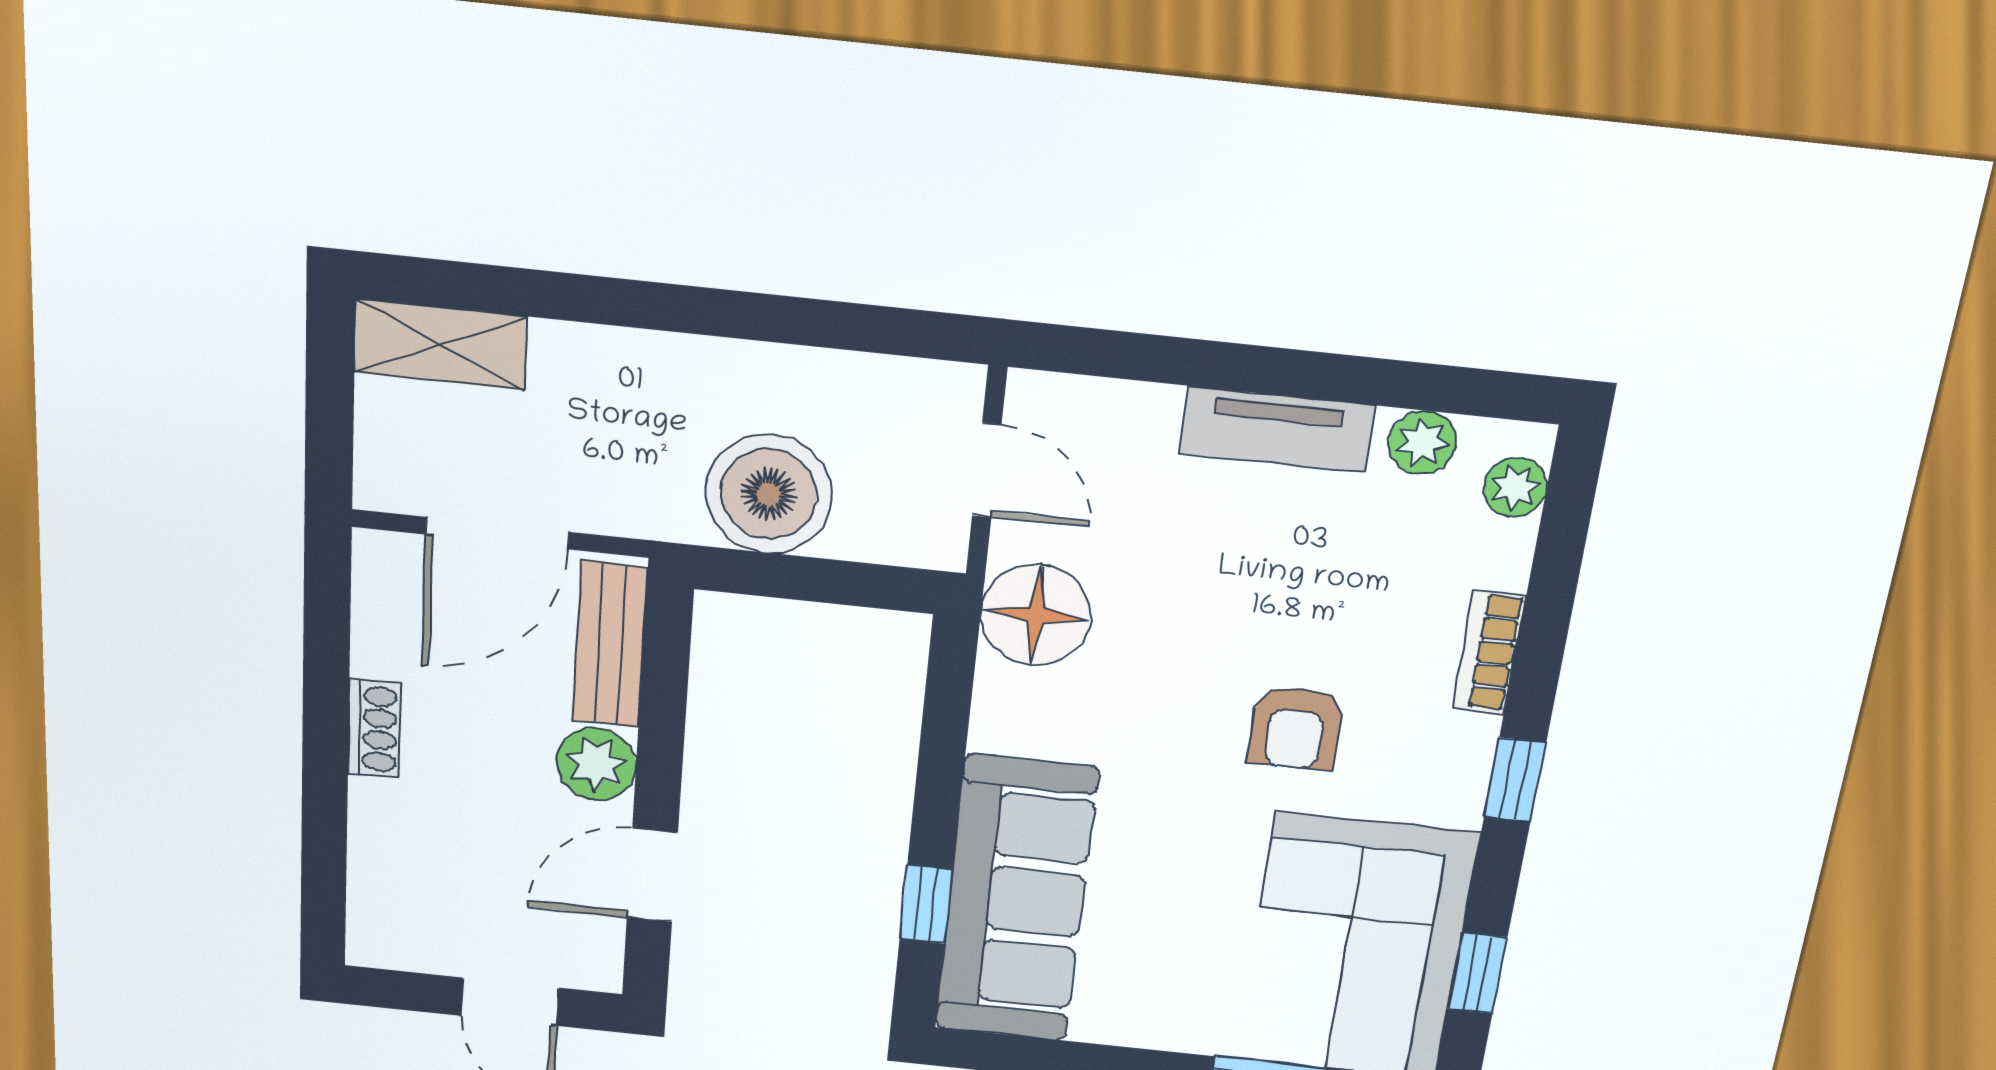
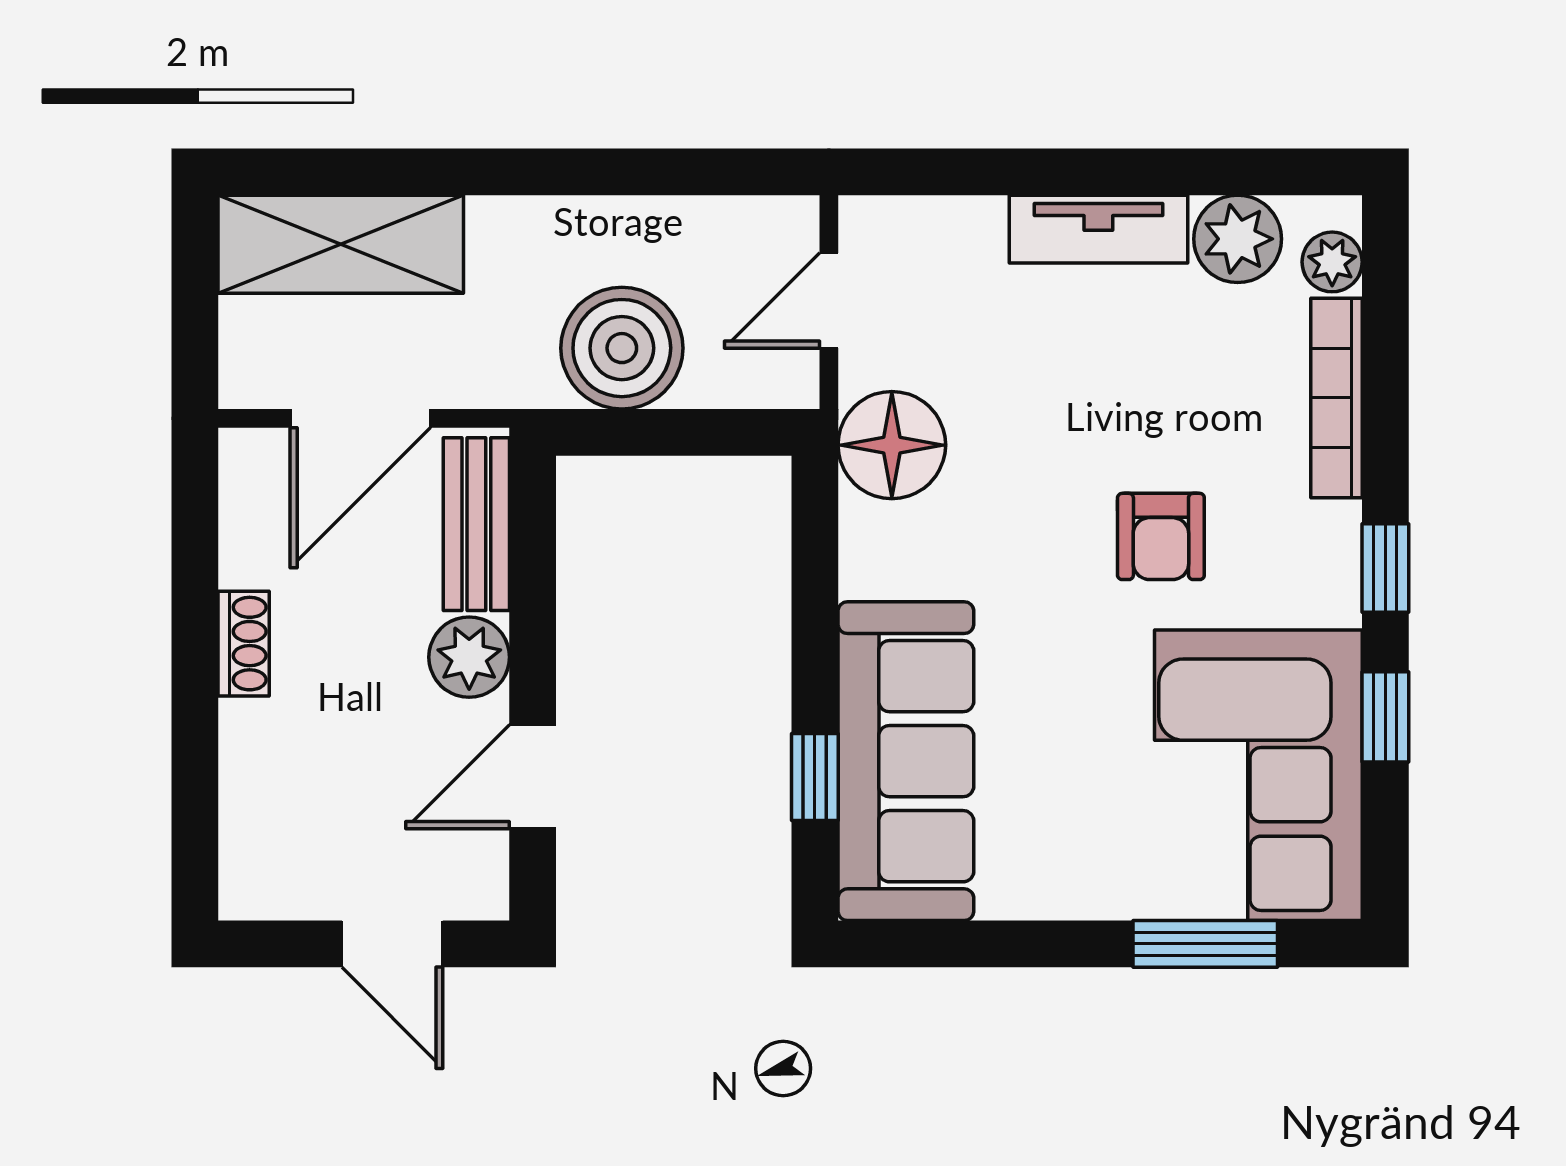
shelving: (440, 345) -> (341, 244), width x1.50, depth x1.33
plant: (1423, 443) -> (1238, 239), width x1.38, depth x1.38
door: (987, 470) -> (829, 300), swing flipped
bookcase: (1489, 652) -> (1337, 398), width x1.56
window: (1477, 973) -> (1385, 717), moved

